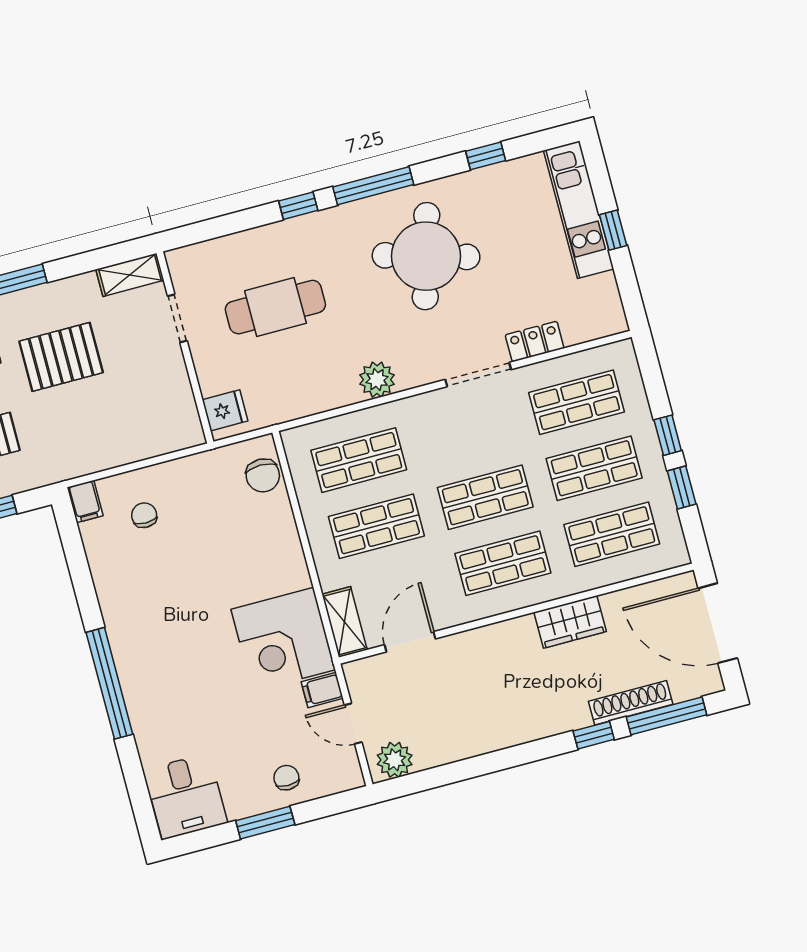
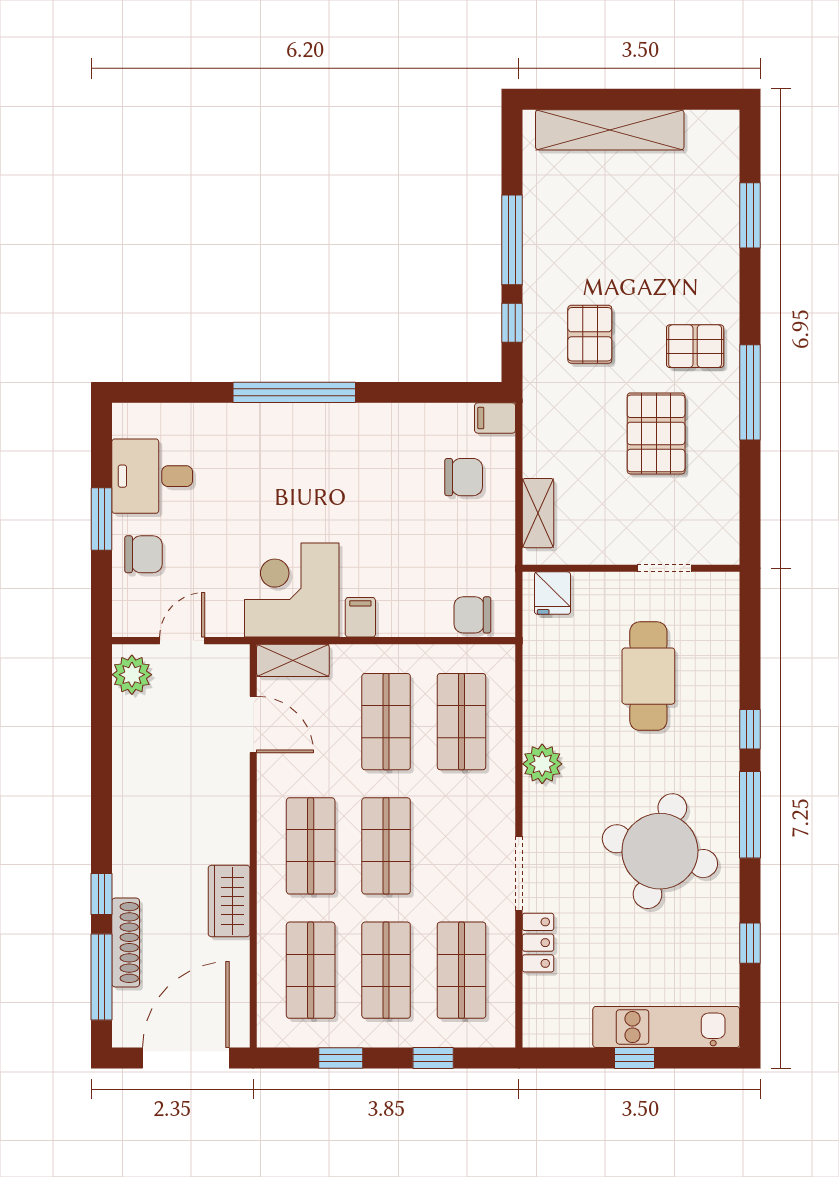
shelving: (130, 275) -> (538, 513), moved
window: (668, 435) -> (433, 1058), moved
chair: (144, 515) -> (464, 477), width x1.37, depth x1.37
filing cabinet: (322, 690) -> (360, 617), moved
chair: (286, 778) -> (143, 554), width x1.37, depth x1.37
desk: (186, 796) -> (152, 476), moved

